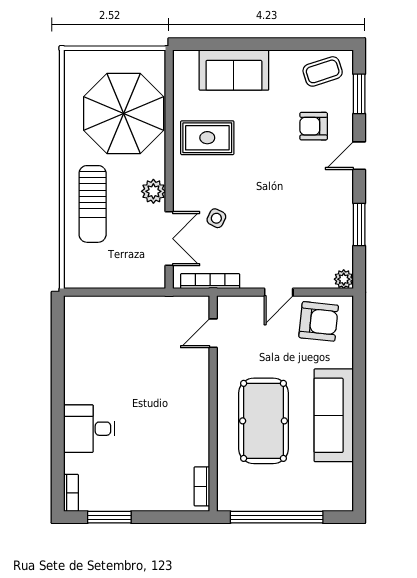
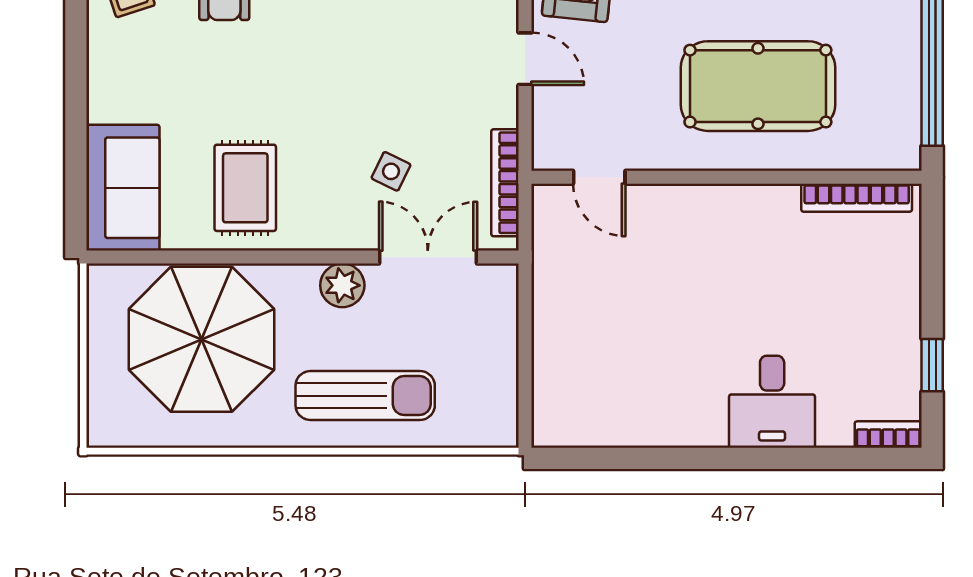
sofa: (234, 70) -> (123, 188), moved
bookcase: (202, 486) -> (857, 198), width x1.56
window: (109, 517) -> (932, 365), width x0.67

